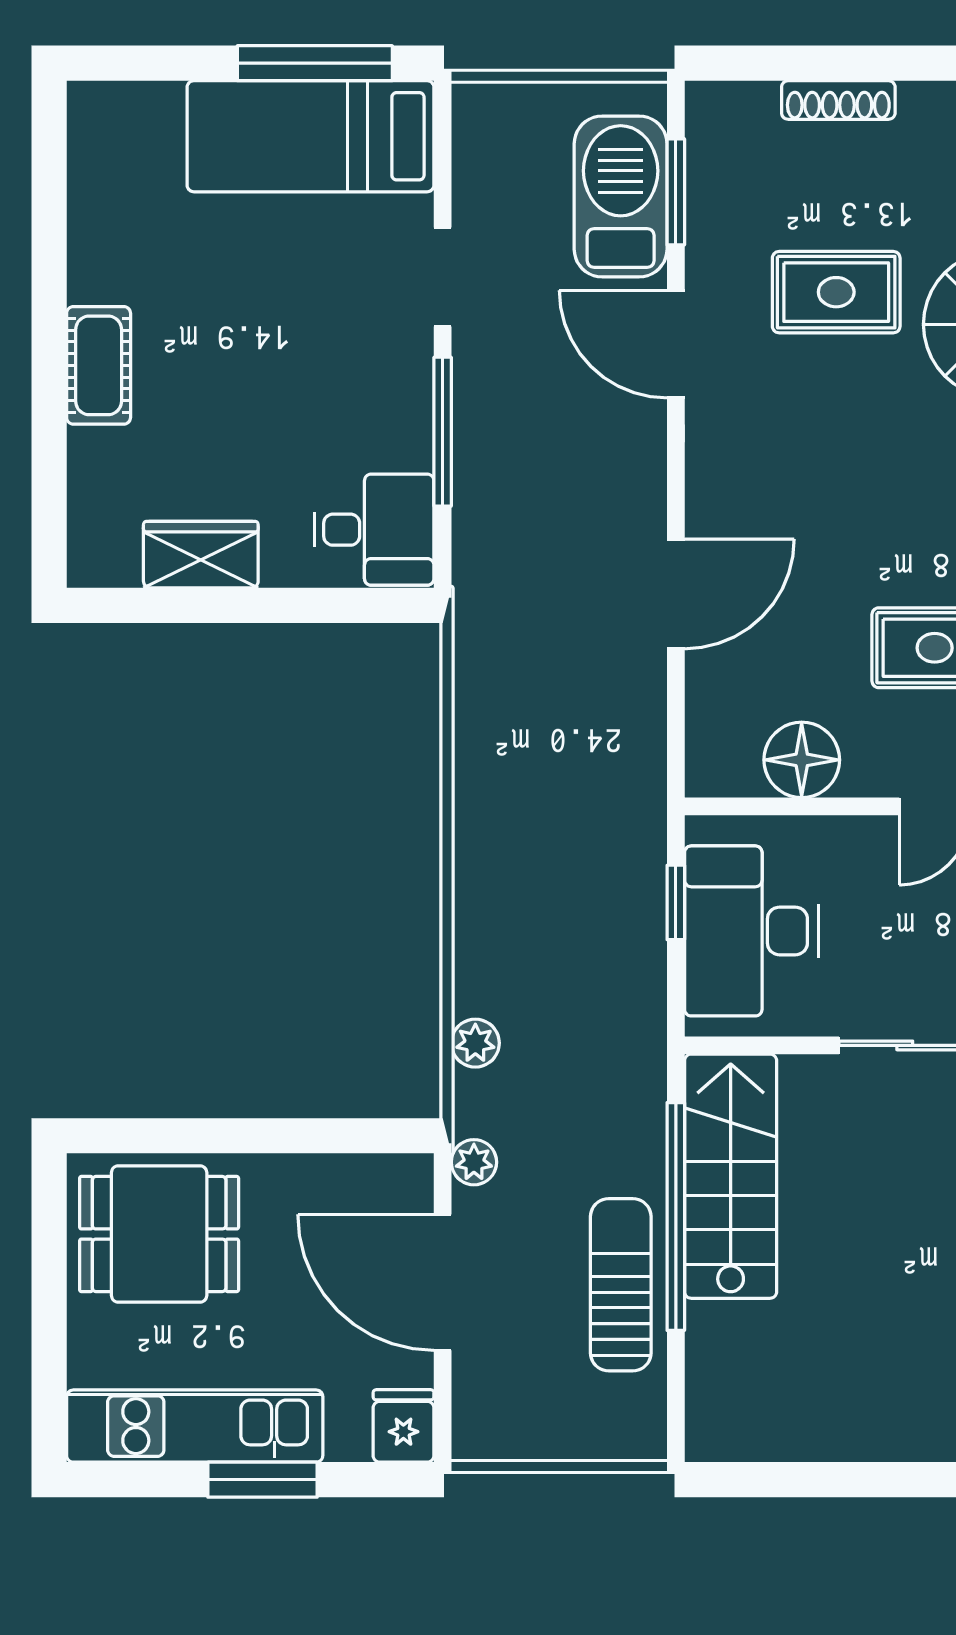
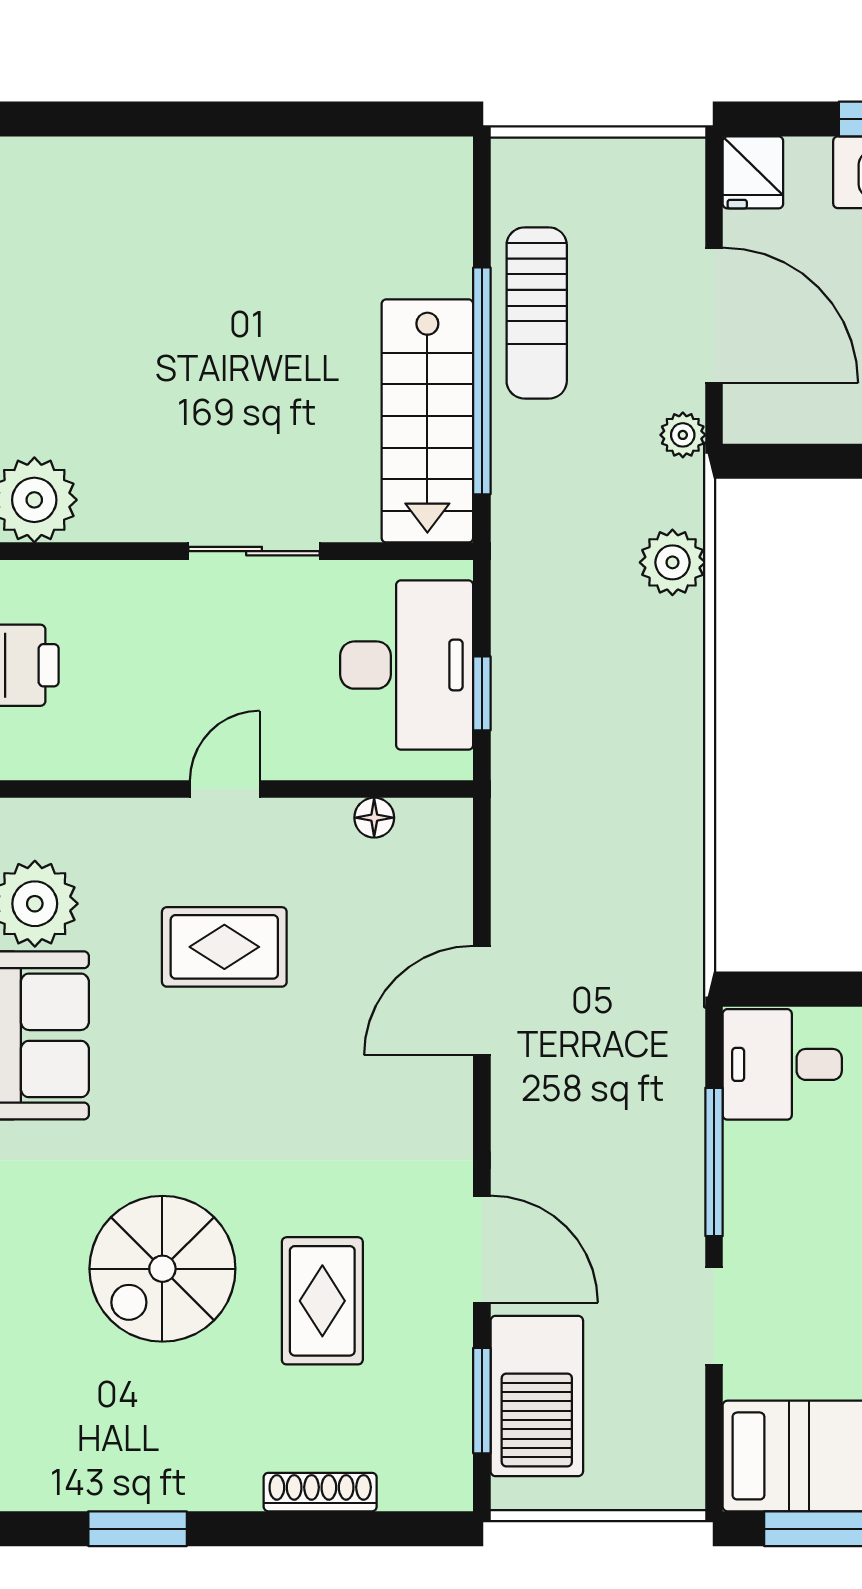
rug: (836, 292) -> (322, 1301), turned 90
floor lamp: (802, 760) -> (374, 818), width x0.53, depth x0.53
plant: (475, 1043) -> (672, 562), width x1.38, depth x1.38

